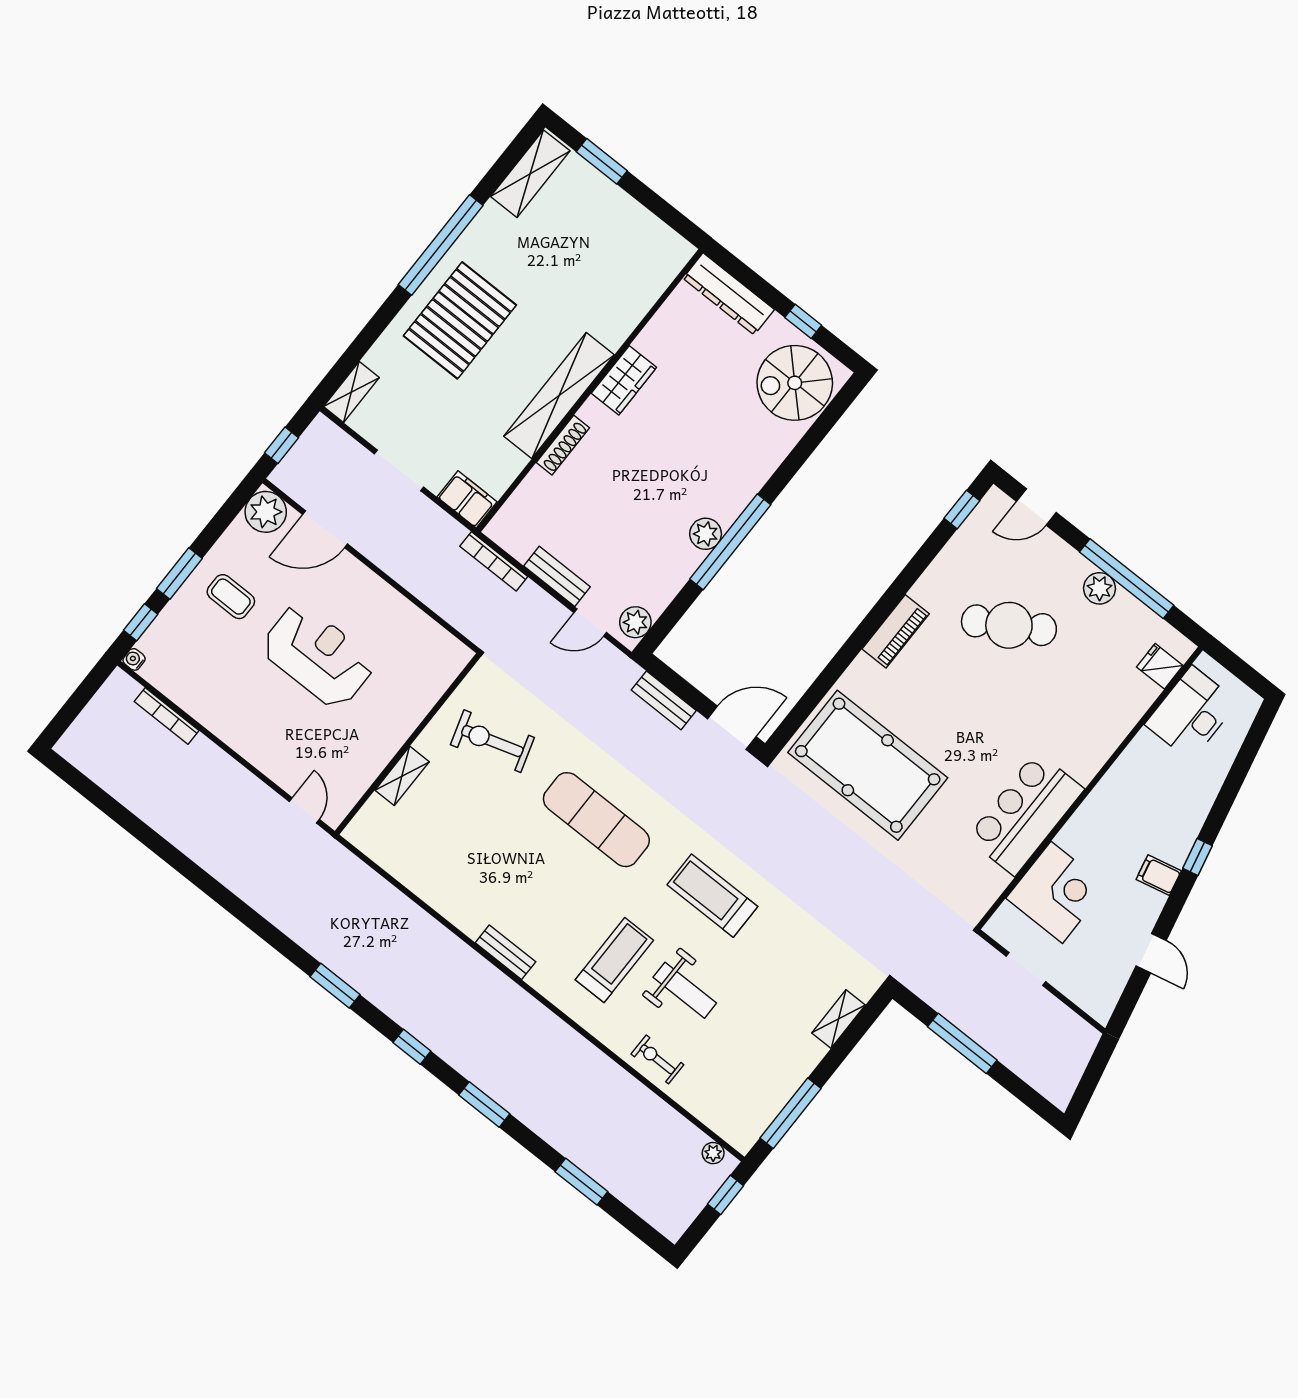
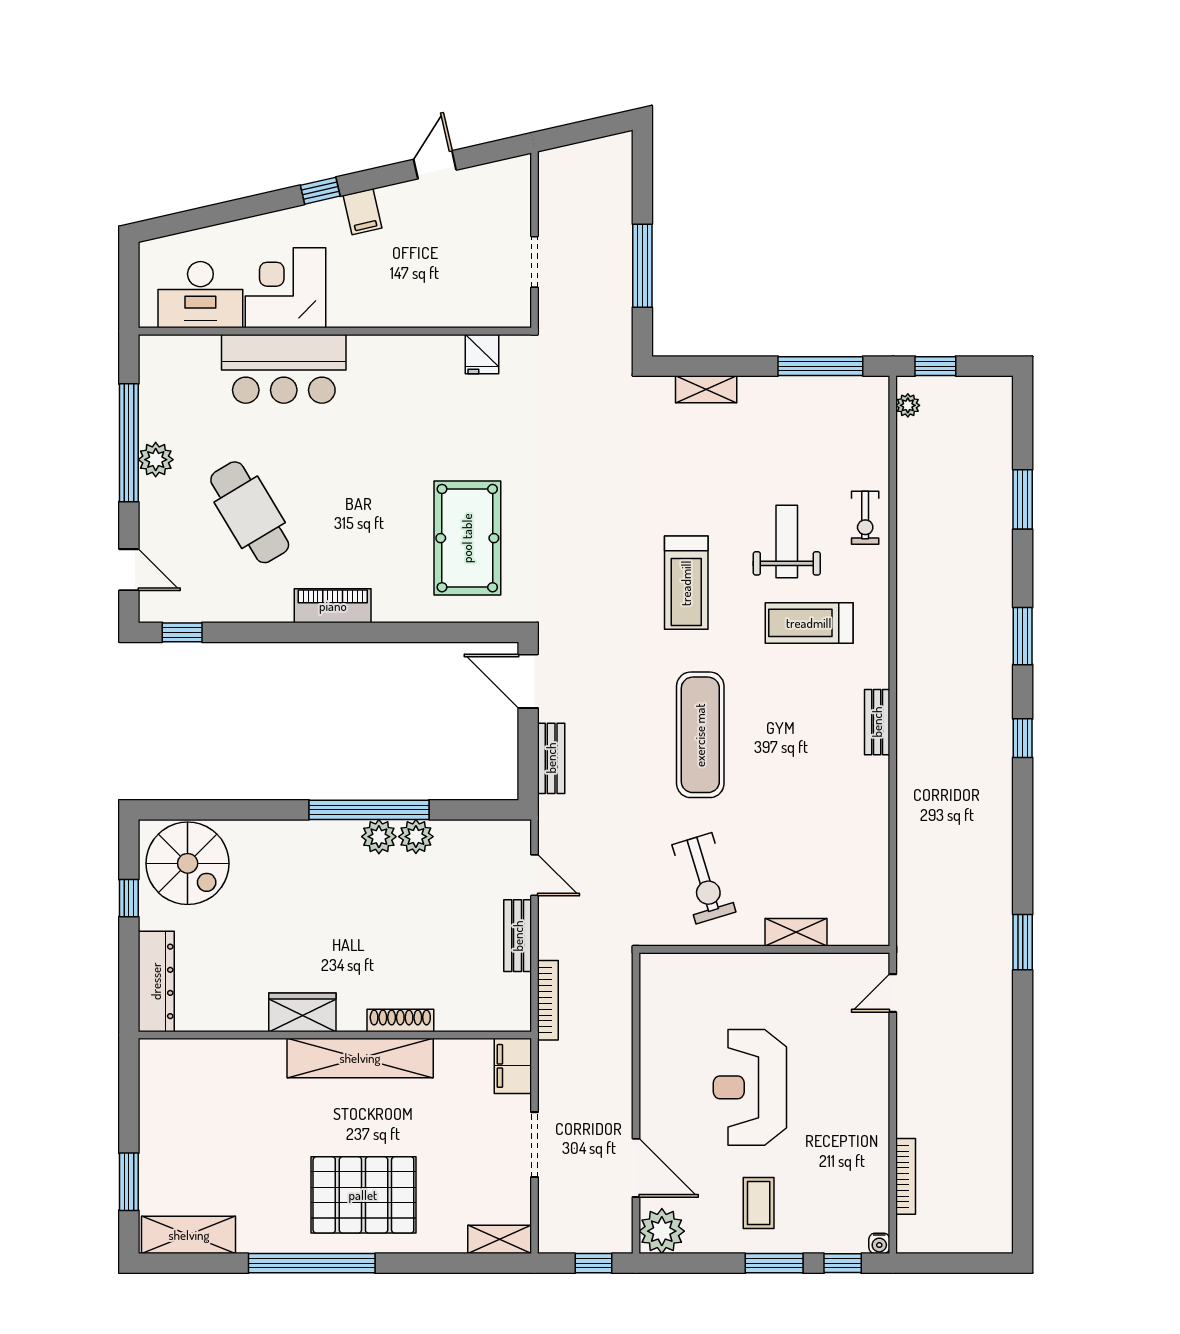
plant: (635, 622) -> (416, 837), moved
fridge: (1160, 666) -> (482, 354), moved
pool table: (868, 765) -> (467, 538), width x0.73, depth x0.76
bar counter: (1025, 814) -> (284, 369), moved
corner desk: (1057, 892) -> (285, 288), moved
window: (335, 986) -> (1023, 942), moved

